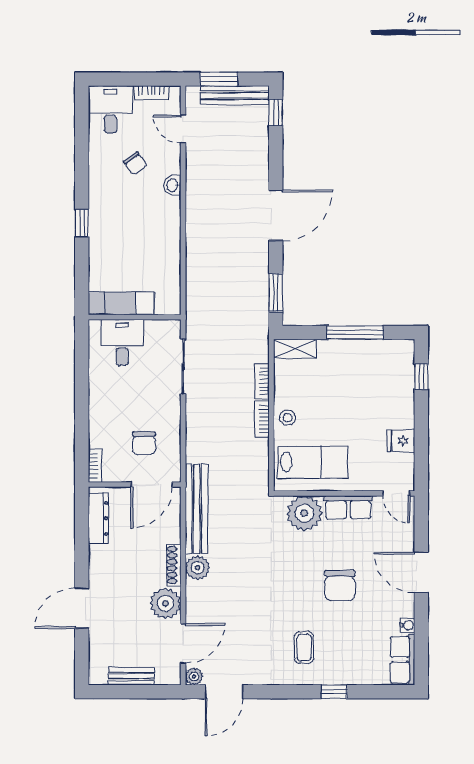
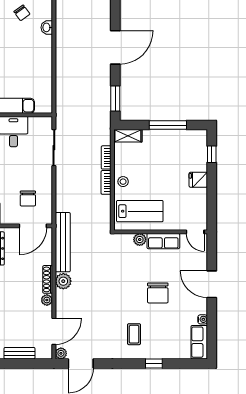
fridge: (401, 441) -> (198, 180), moved
plant: (304, 513) -> (140, 240), width x0.53, depth x0.53
plant: (165, 603) -> (47, 300), width x0.53, depth x0.53

